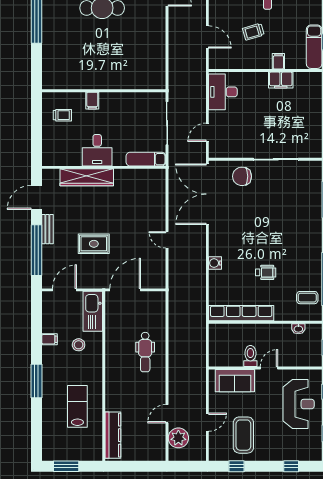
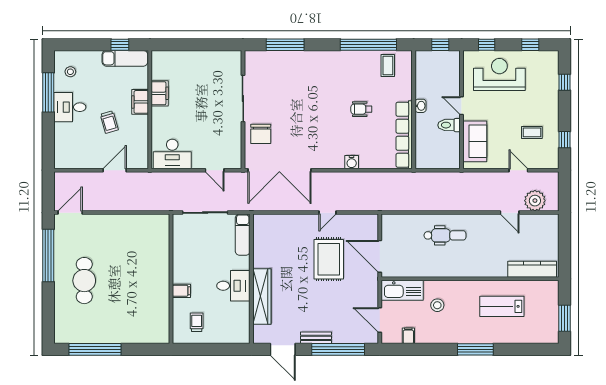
filing cabinet: (278, 61) -> (140, 102), width x2.00
rug: (94, 244) -> (329, 259), moved, width x1.36, depth x1.43
wheelchair: (266, 272) -> (361, 109), turned -90
washbasin: (298, 329) -> (420, 106), moved
filing cabinet: (49, 339) -> (408, 336), moved
coffee table: (243, 435) -> (532, 132), width x0.54, depth x0.58

